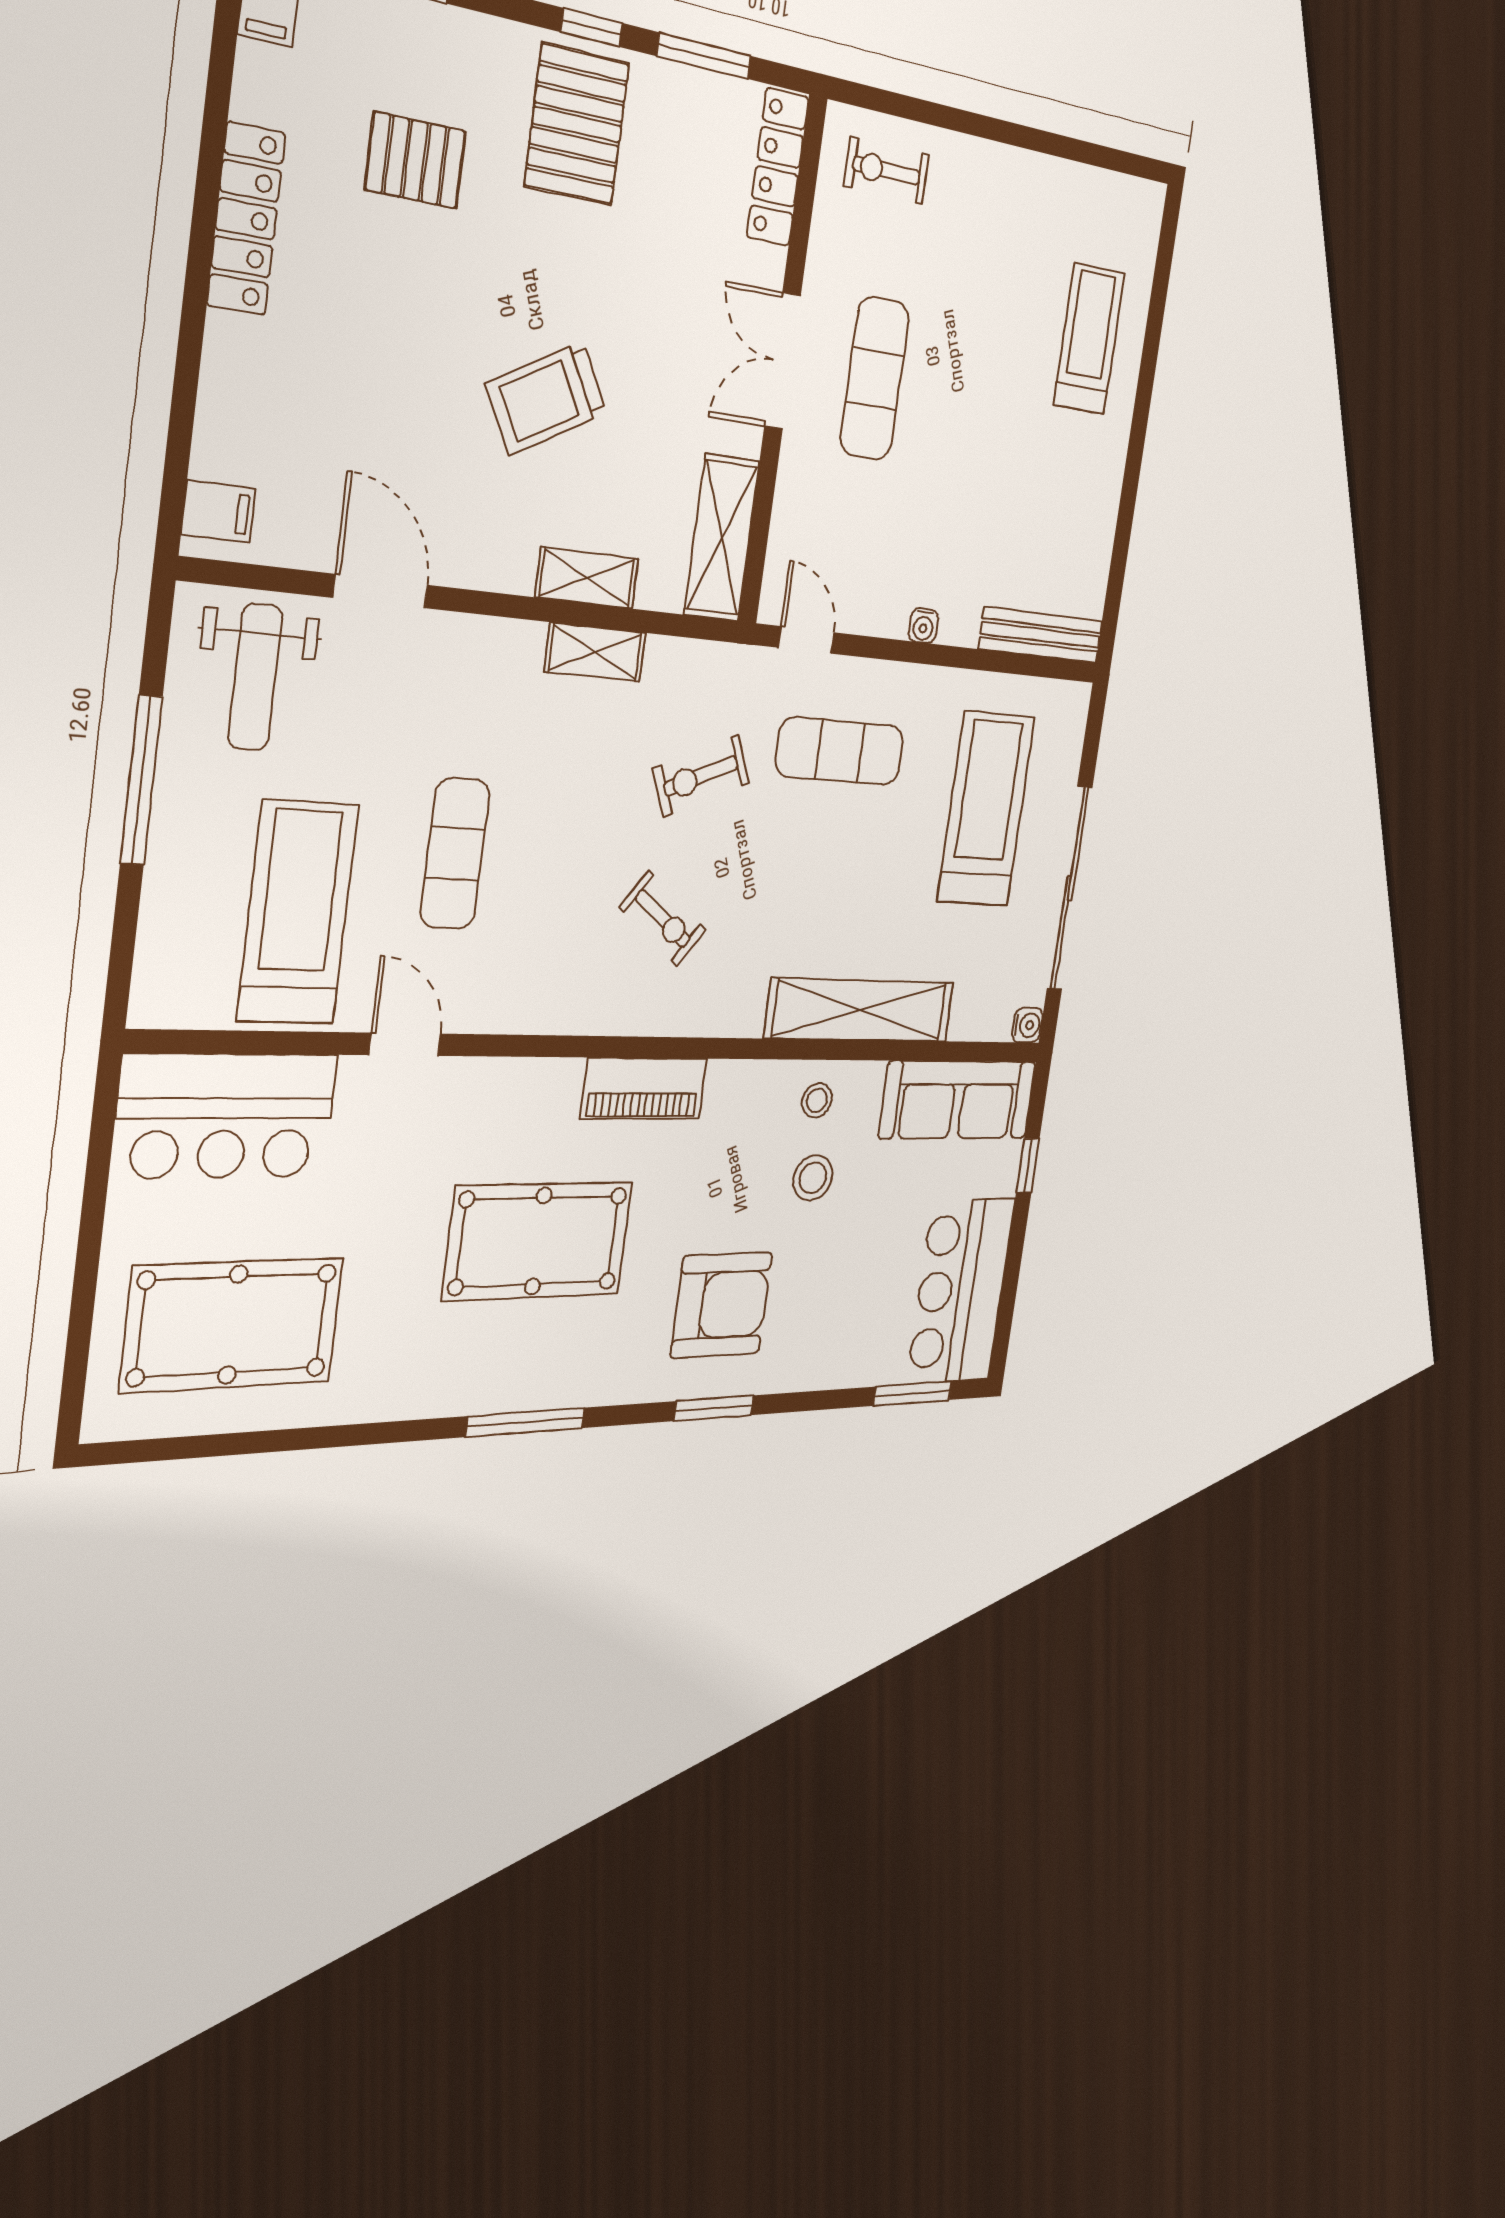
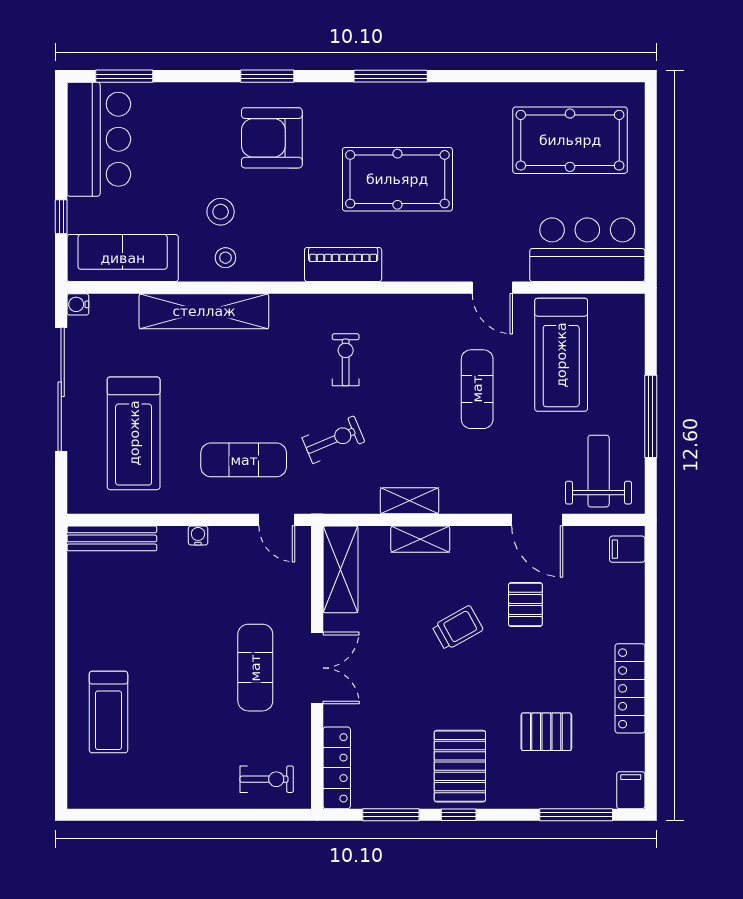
trolley: (546, 398) -> (458, 628), width x0.73, depth x0.72
pallet: (422, 426) -> (525, 604), added
exercise bike: (663, 919) -> (346, 360), turned 53

